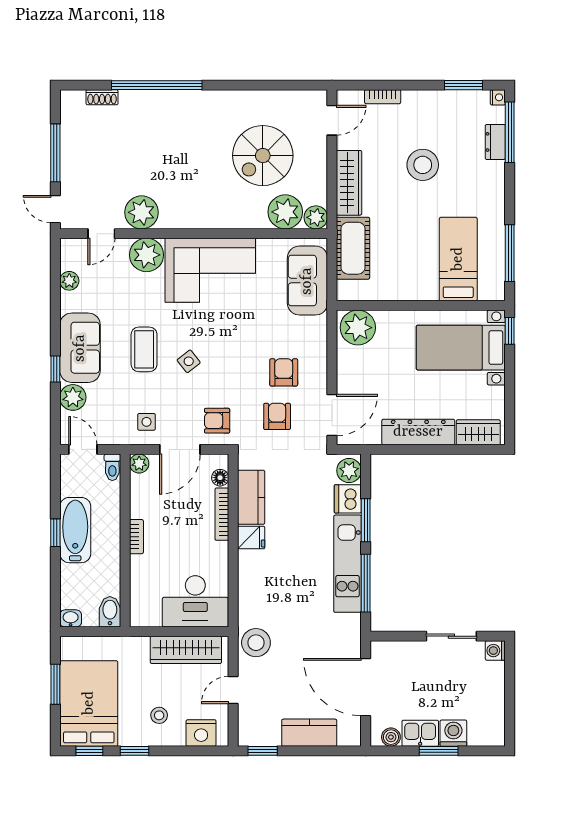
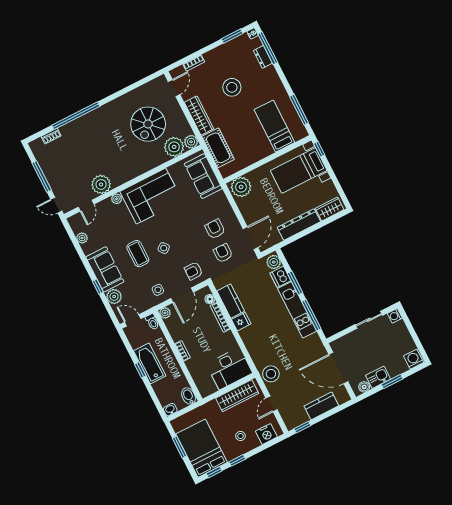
plant: (146, 255) -> (117, 199), width x0.53, depth x0.53
washing machine: (453, 733) -> (414, 359), moved

